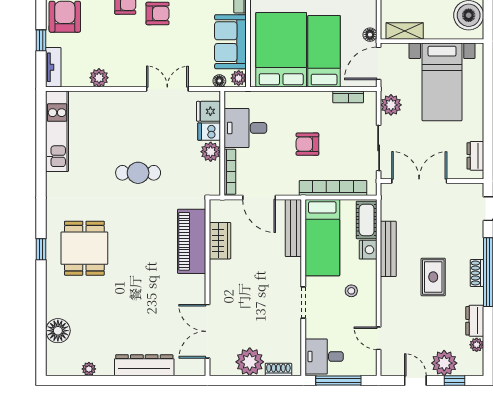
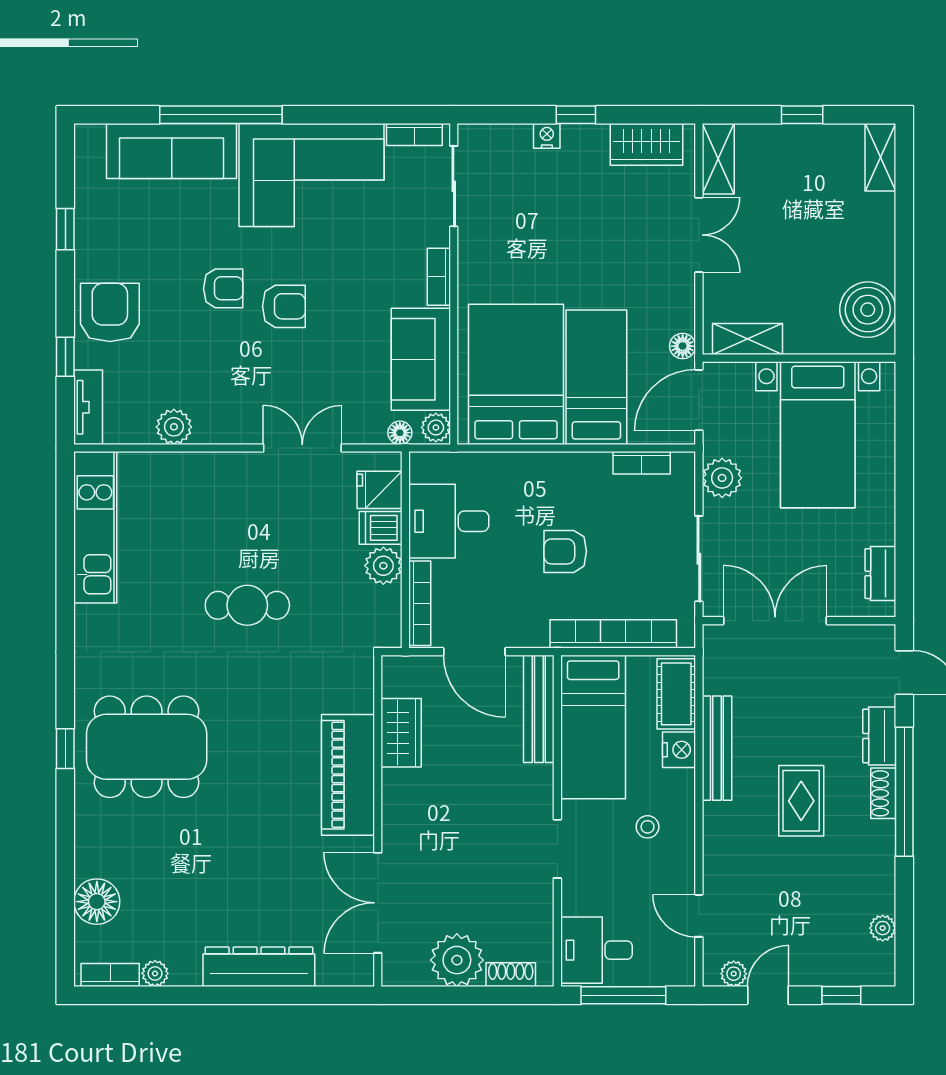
piano: (192, 241) -> (348, 775), moved
dining table: (84, 248) -> (147, 747), width x1.38
dresser: (475, 321) -> (879, 736), moved
plant: (444, 363) -> (734, 974), moved, width x0.53, depth x0.53
bookcase: (65, 370) -> (110, 975), added
door: (415, 381) -> (768, 995), hinge flipped

